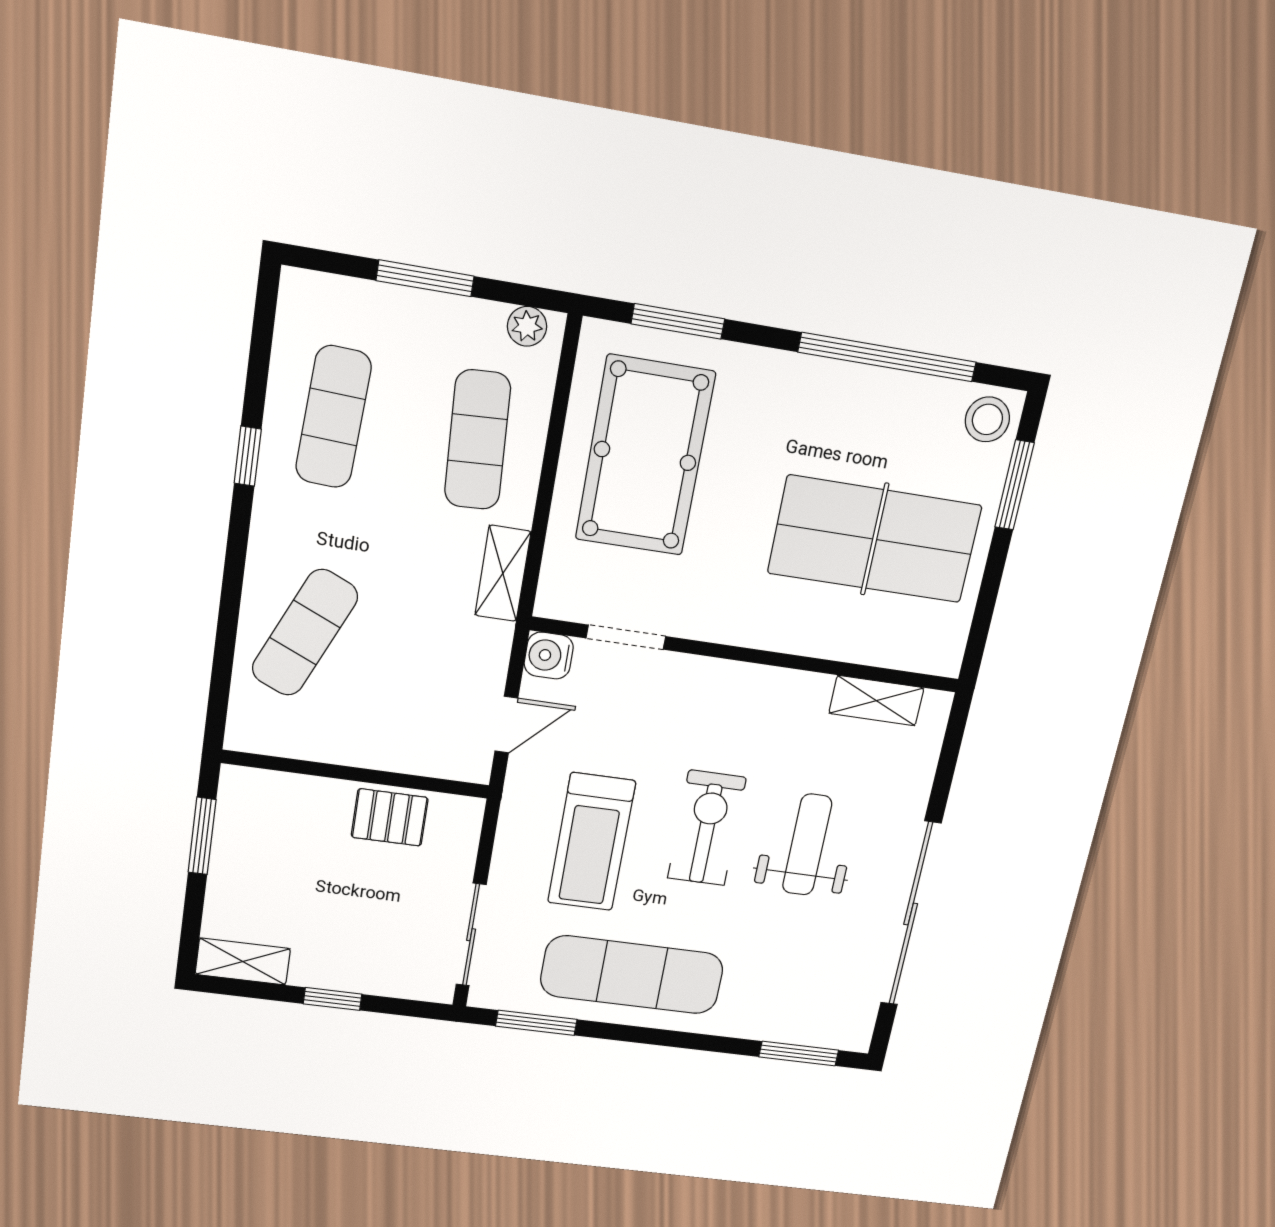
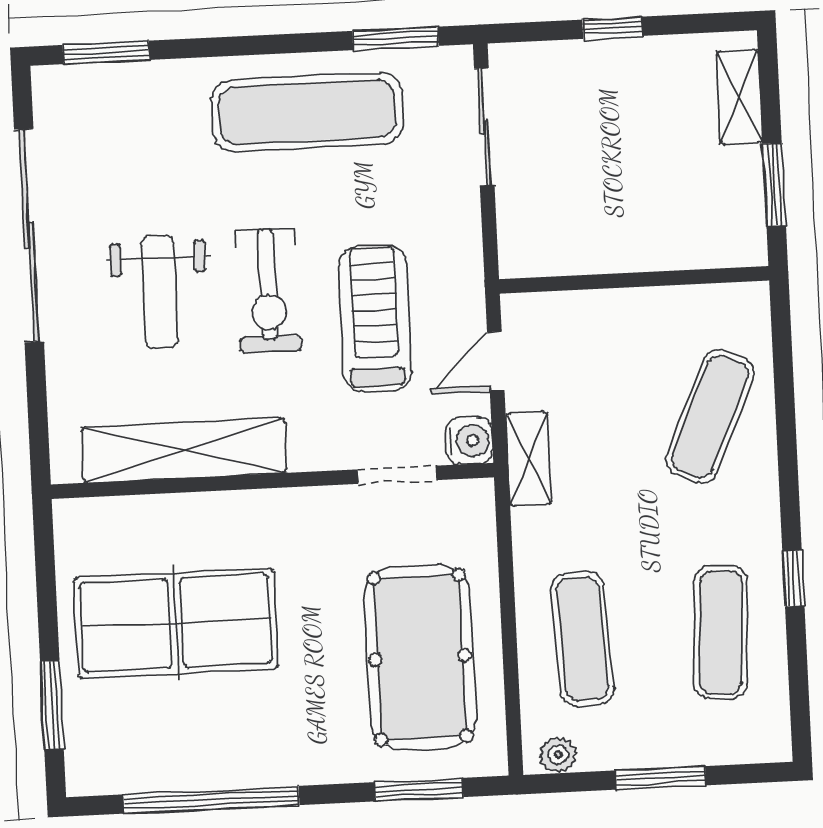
stool: (987, 419) -> (97, 762), removed
shelving: (503, 573) -> (529, 459), moved
shelving: (876, 701) -> (184, 450), width x2.20, depth x1.33
pallet: (390, 817) -> (592, 240), removed
treadmill: (591, 842) -> (375, 318), moved
shelving: (243, 961) -> (739, 97), moved, turned 90

